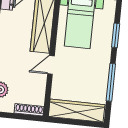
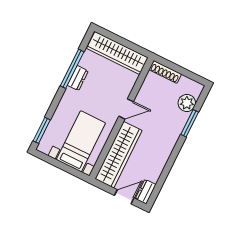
window: (116, 35) -> (42, 130), moved
dresser: (103, 76) -> (78, 78), added

